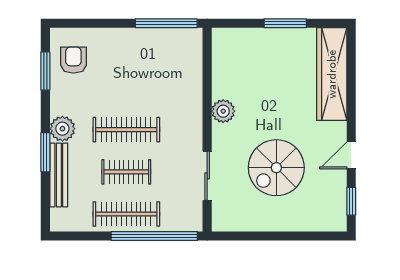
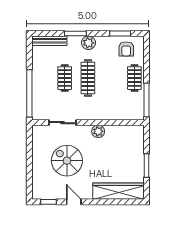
armchair: (73, 60) -> (126, 49), turned 90
bench: (59, 175) -> (49, 41), moved
clothes rail: (126, 214) -> (134, 78), moved, width x0.73

